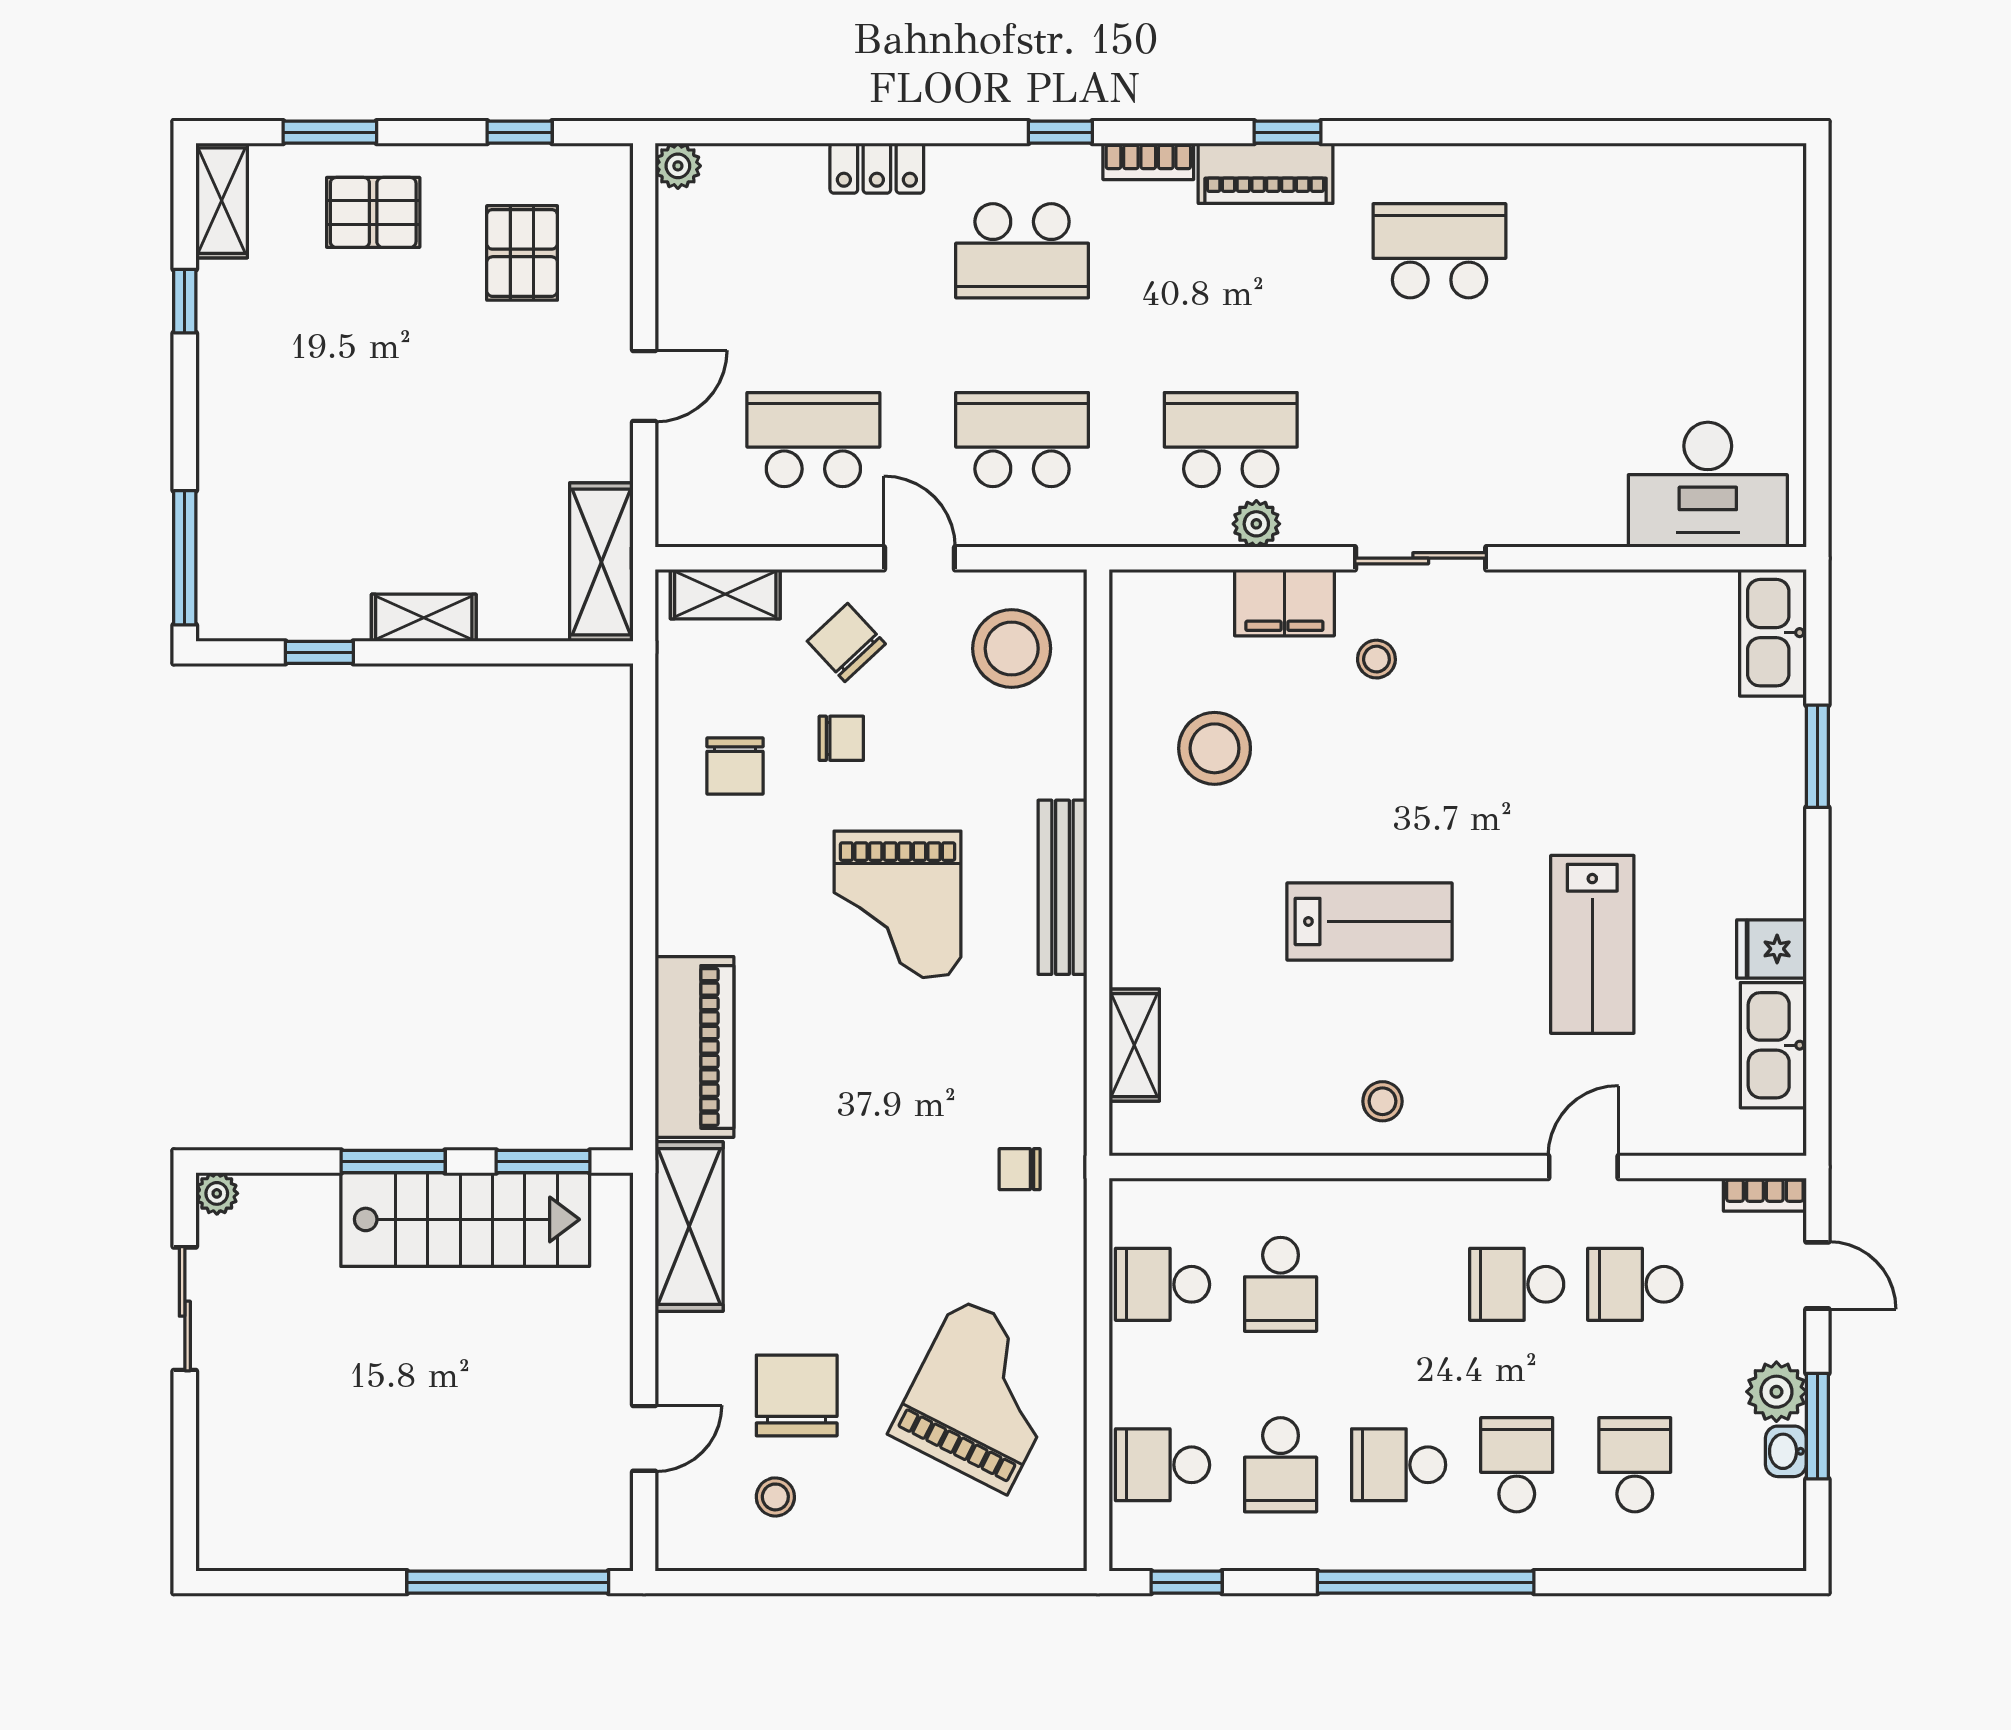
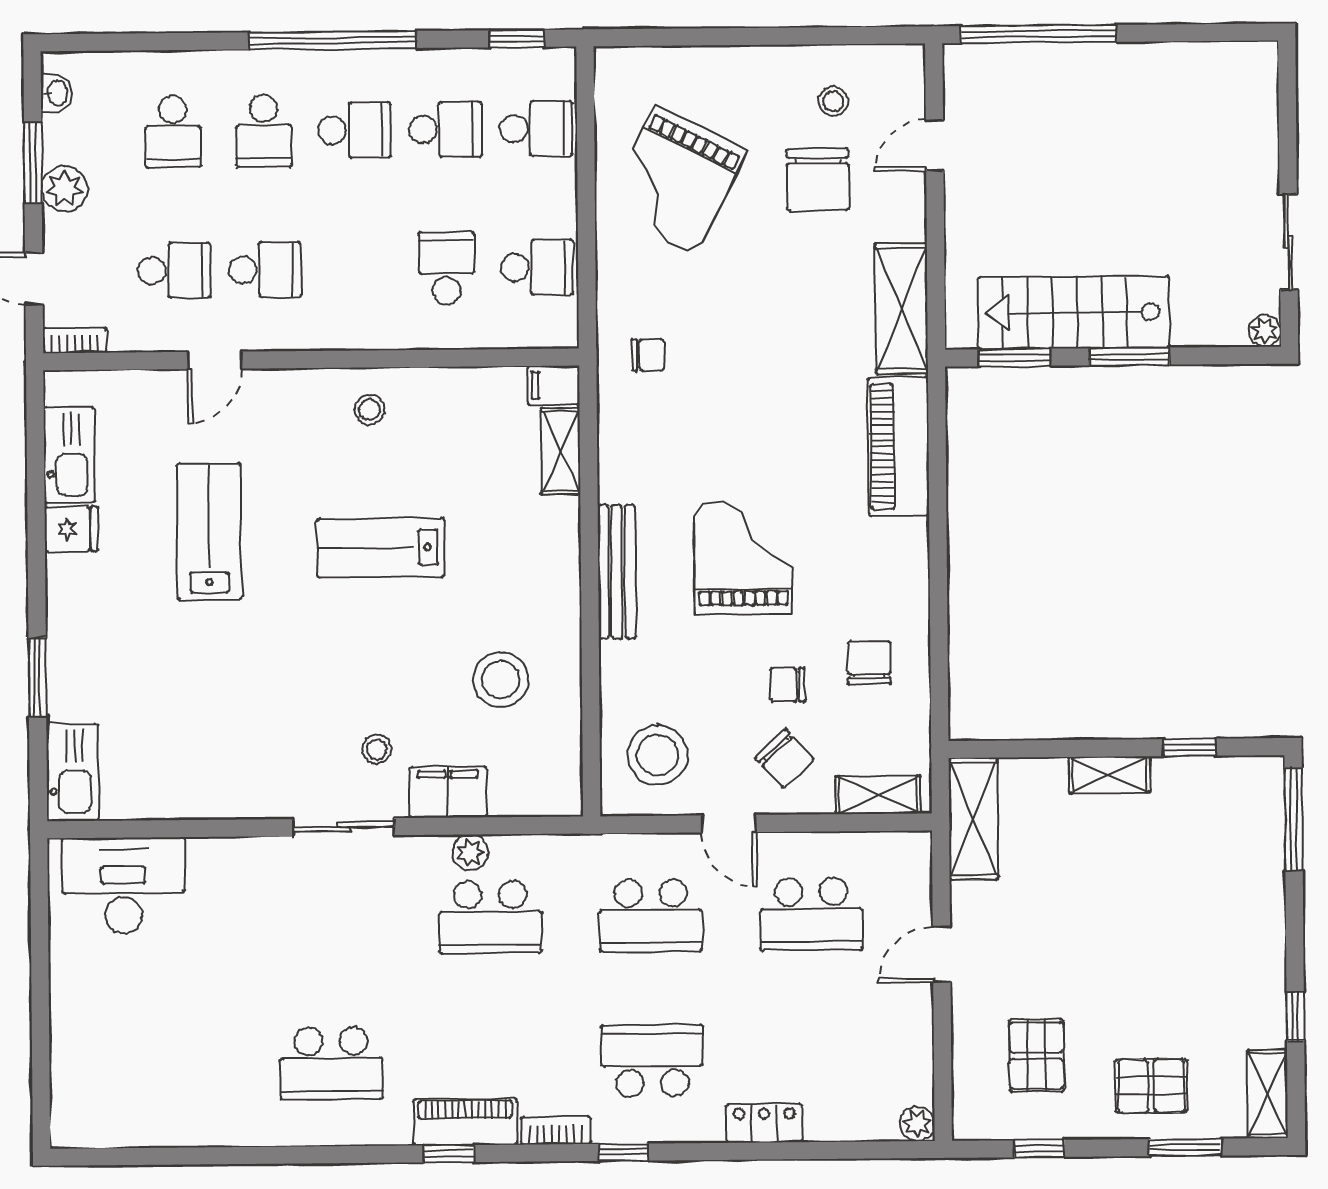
filing cabinet: (1143, 1131) -> (554, 385), added
washbasin: (1786, 1451) -> (56, 93), moved
school desk: (1281, 1465) -> (445, 129), turned 90

